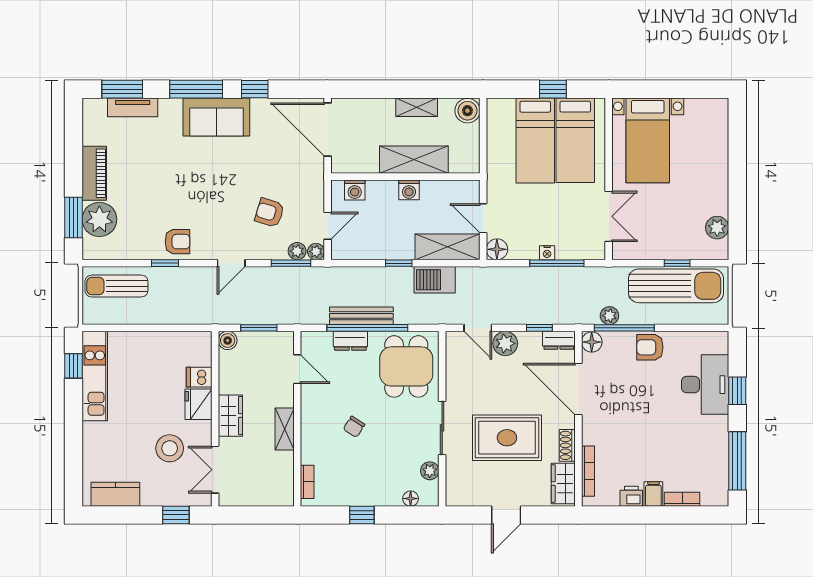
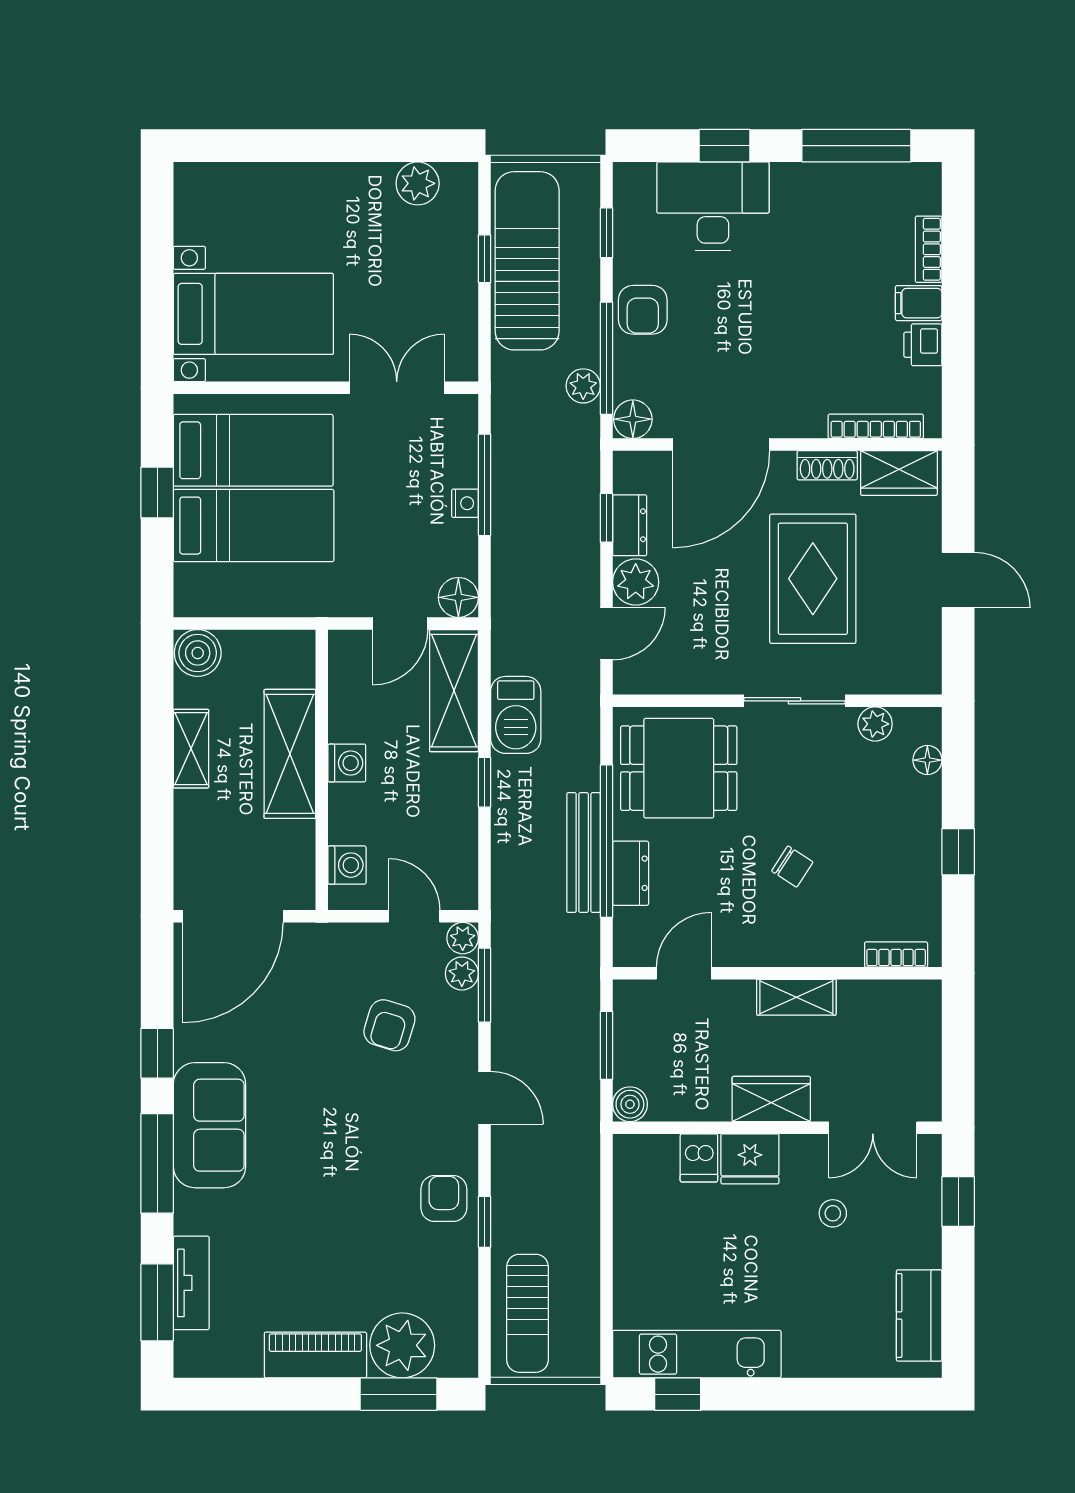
window: (691, 328) -> (606, 233), added
dresser: (559, 340) -> (630, 525), moved
stool: (170, 448) -> (833, 1213), width x0.53, depth x0.53

